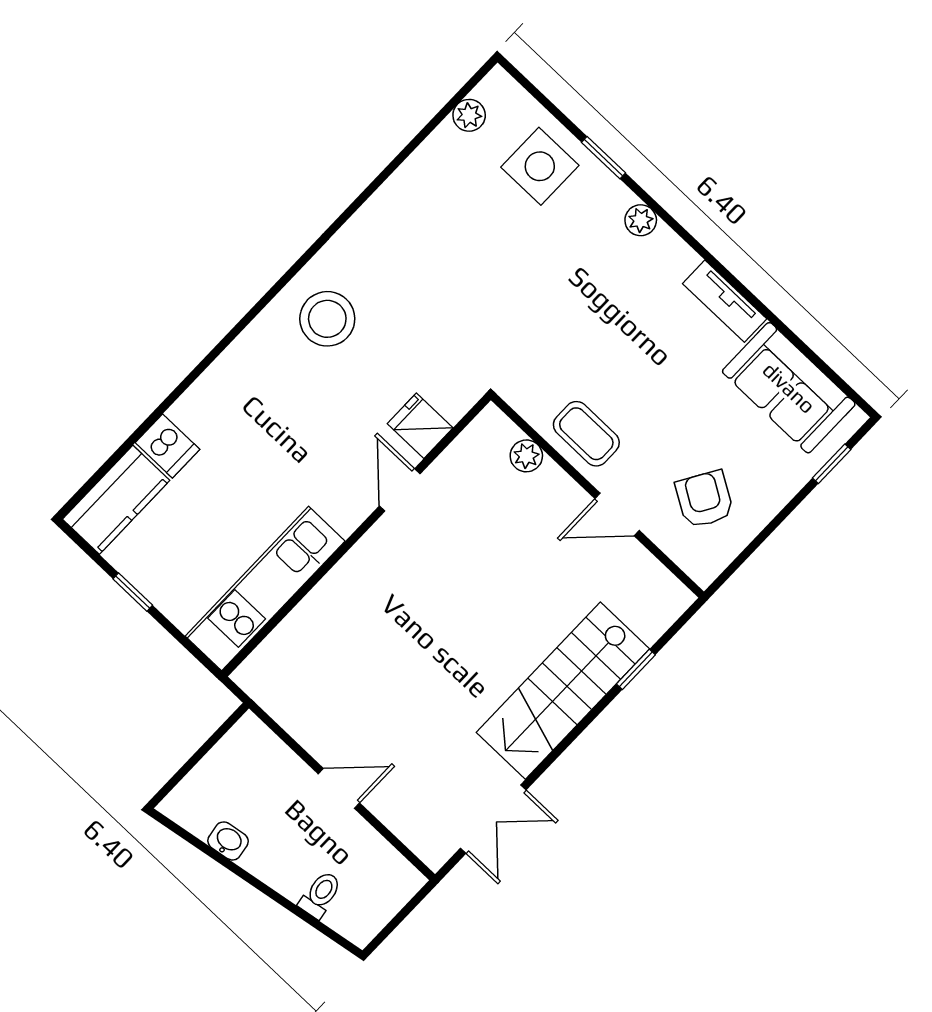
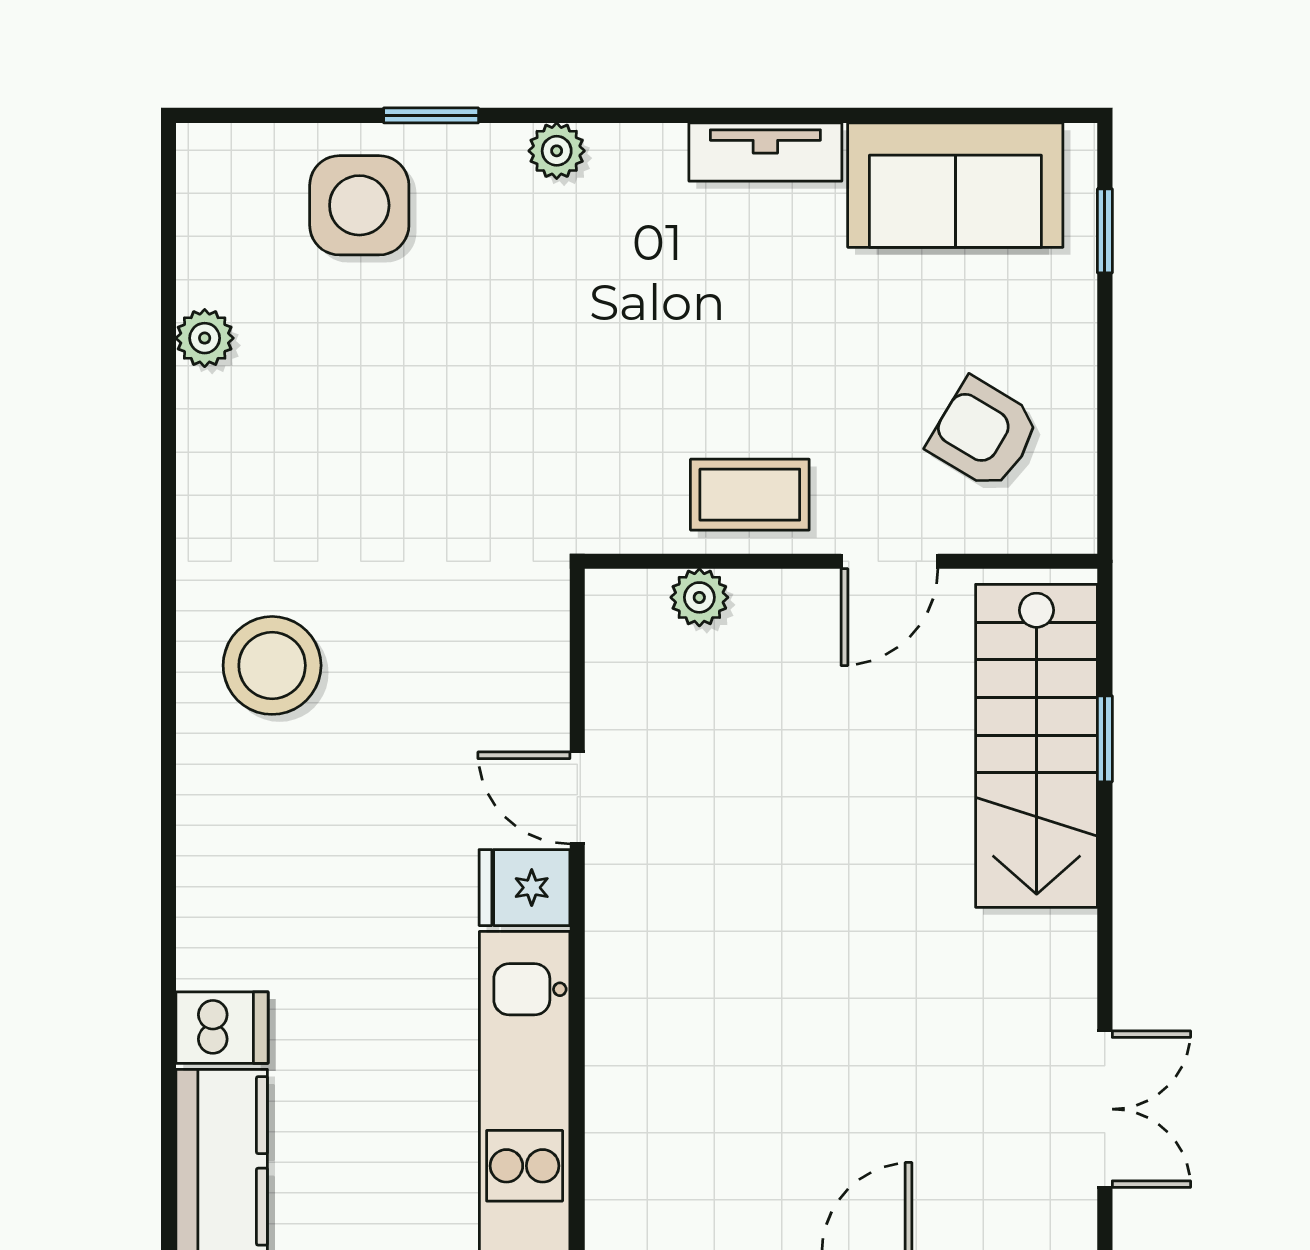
plant: (469, 115) -> (205, 338), moved
fridge: (420, 426) -> (524, 888), moved
stairs: (563, 691) -> (1037, 746), moved

